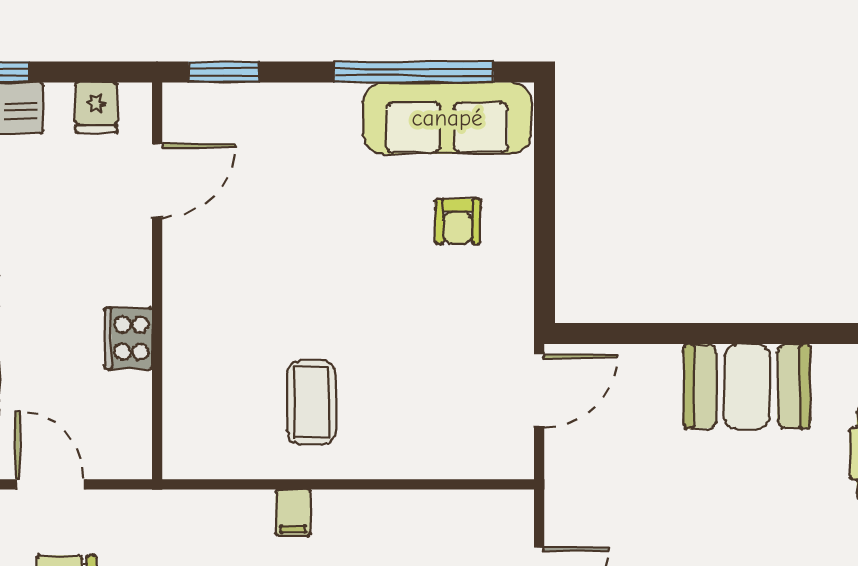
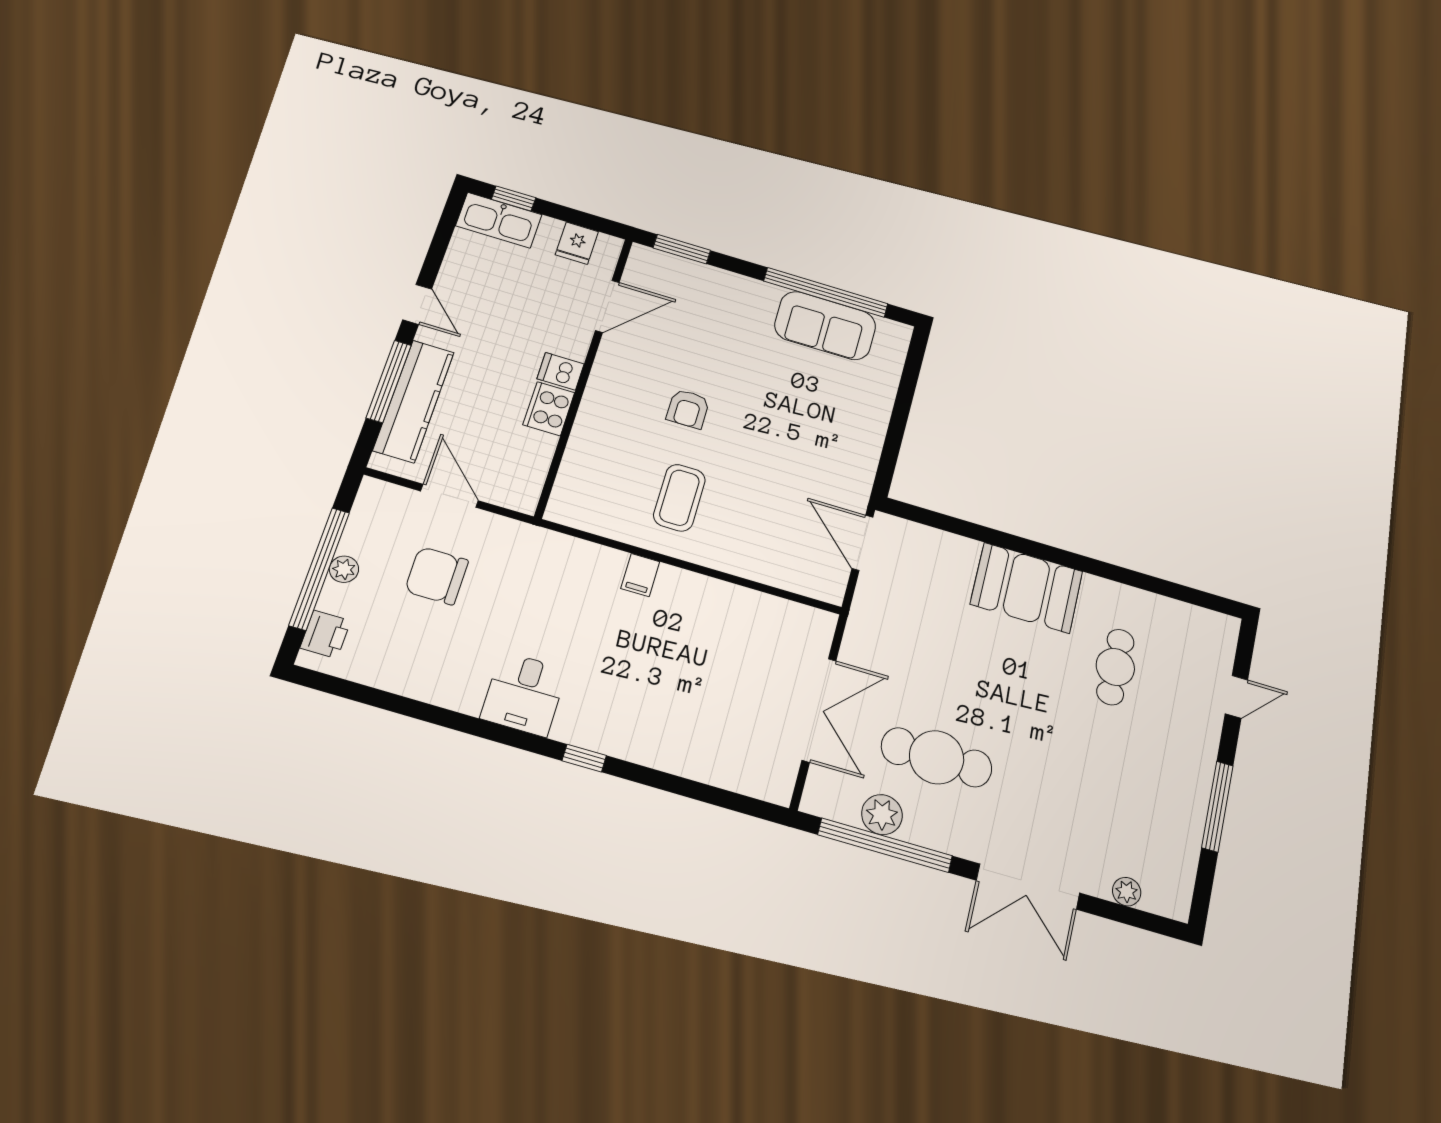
sofa: (447, 118) -> (825, 326), width x0.73
armchair: (458, 221) -> (688, 409), moved
dishwasher: (128, 285) -> (561, 371), added
door: (539, 391) -> (862, 543), swing flipped

